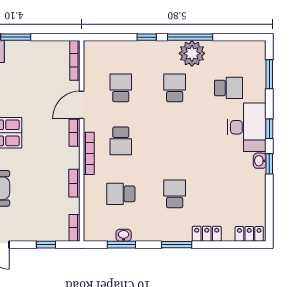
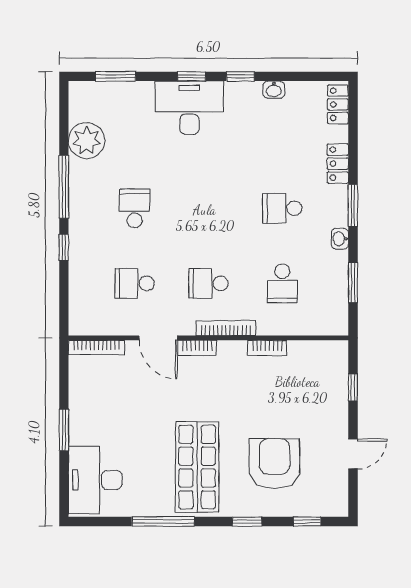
plant: (192, 53) -> (87, 141), moved
school desk: (175, 88) -> (135, 208), turned 90
school desk: (228, 88) -> (135, 133), removed
school desk: (121, 141) -> (208, 283), turned 180
washbasin: (260, 161) -> (274, 90), moved
bookcase: (75, 228) -> (330, 348), removed
washbasin: (124, 235) -> (340, 239), moved

